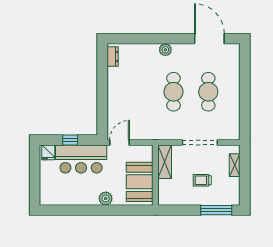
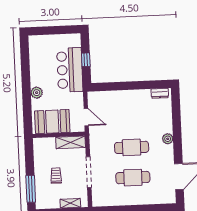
door: (120, 142) -> (86, 117), moved
fridge: (48, 152) -> (74, 41), removed

